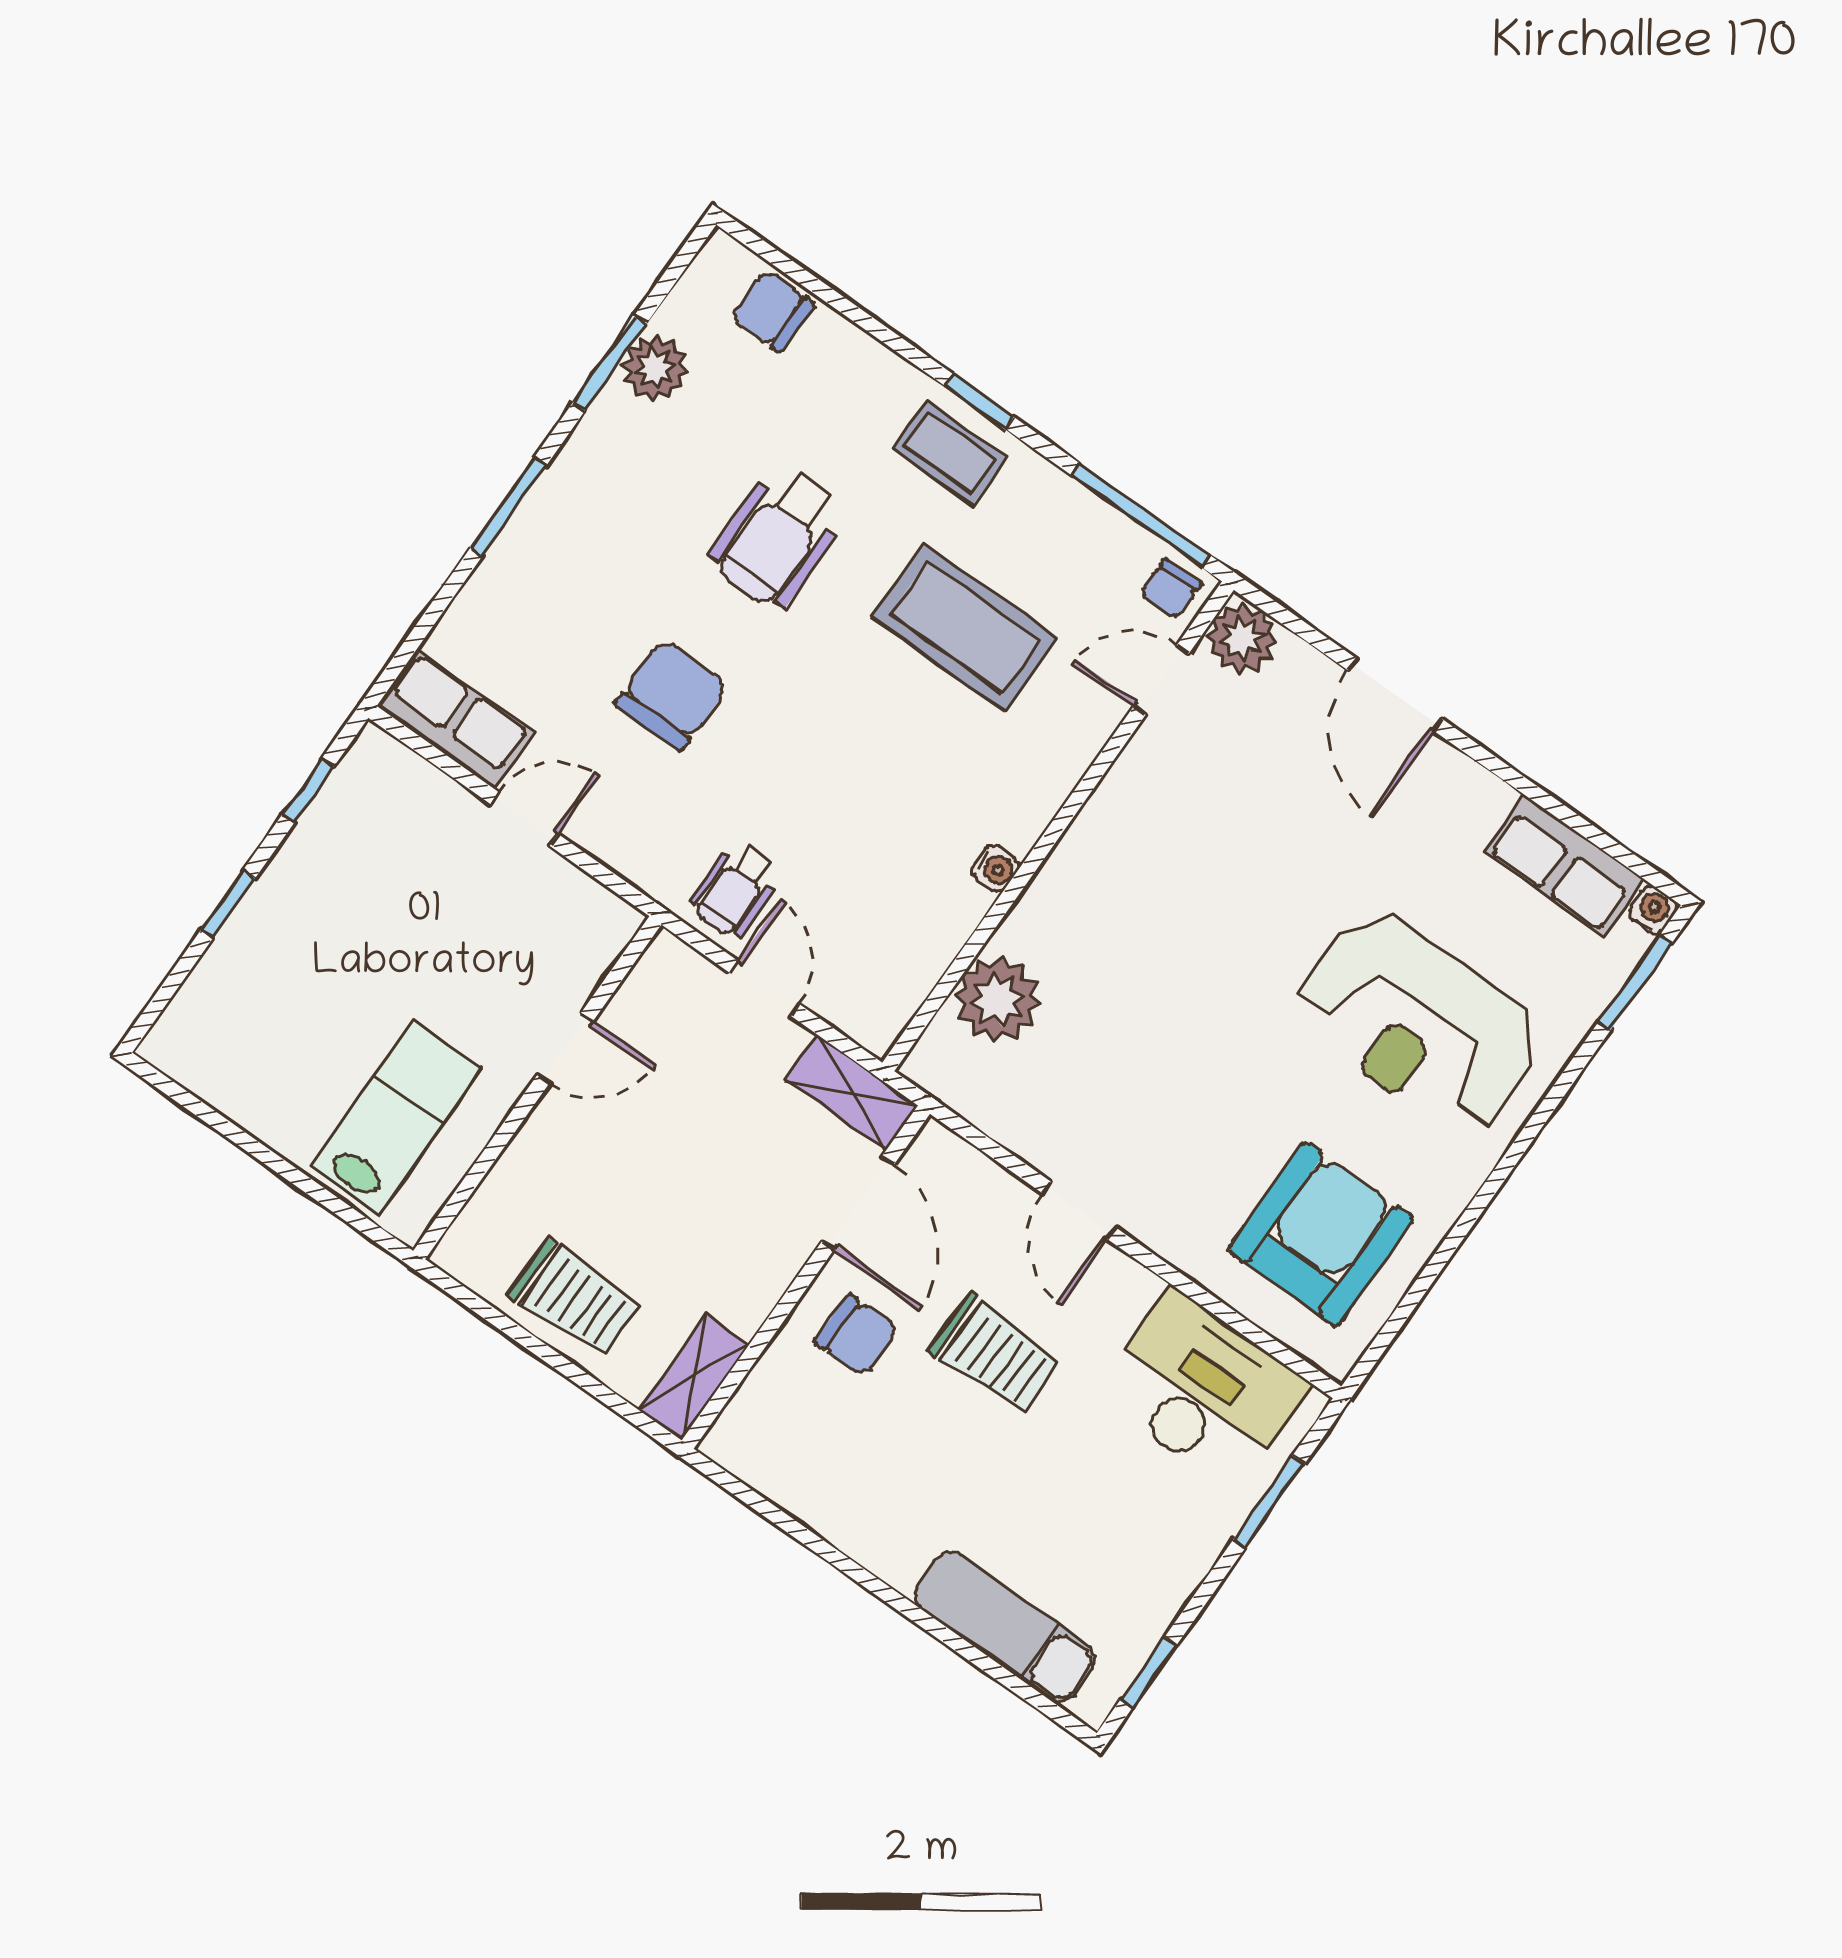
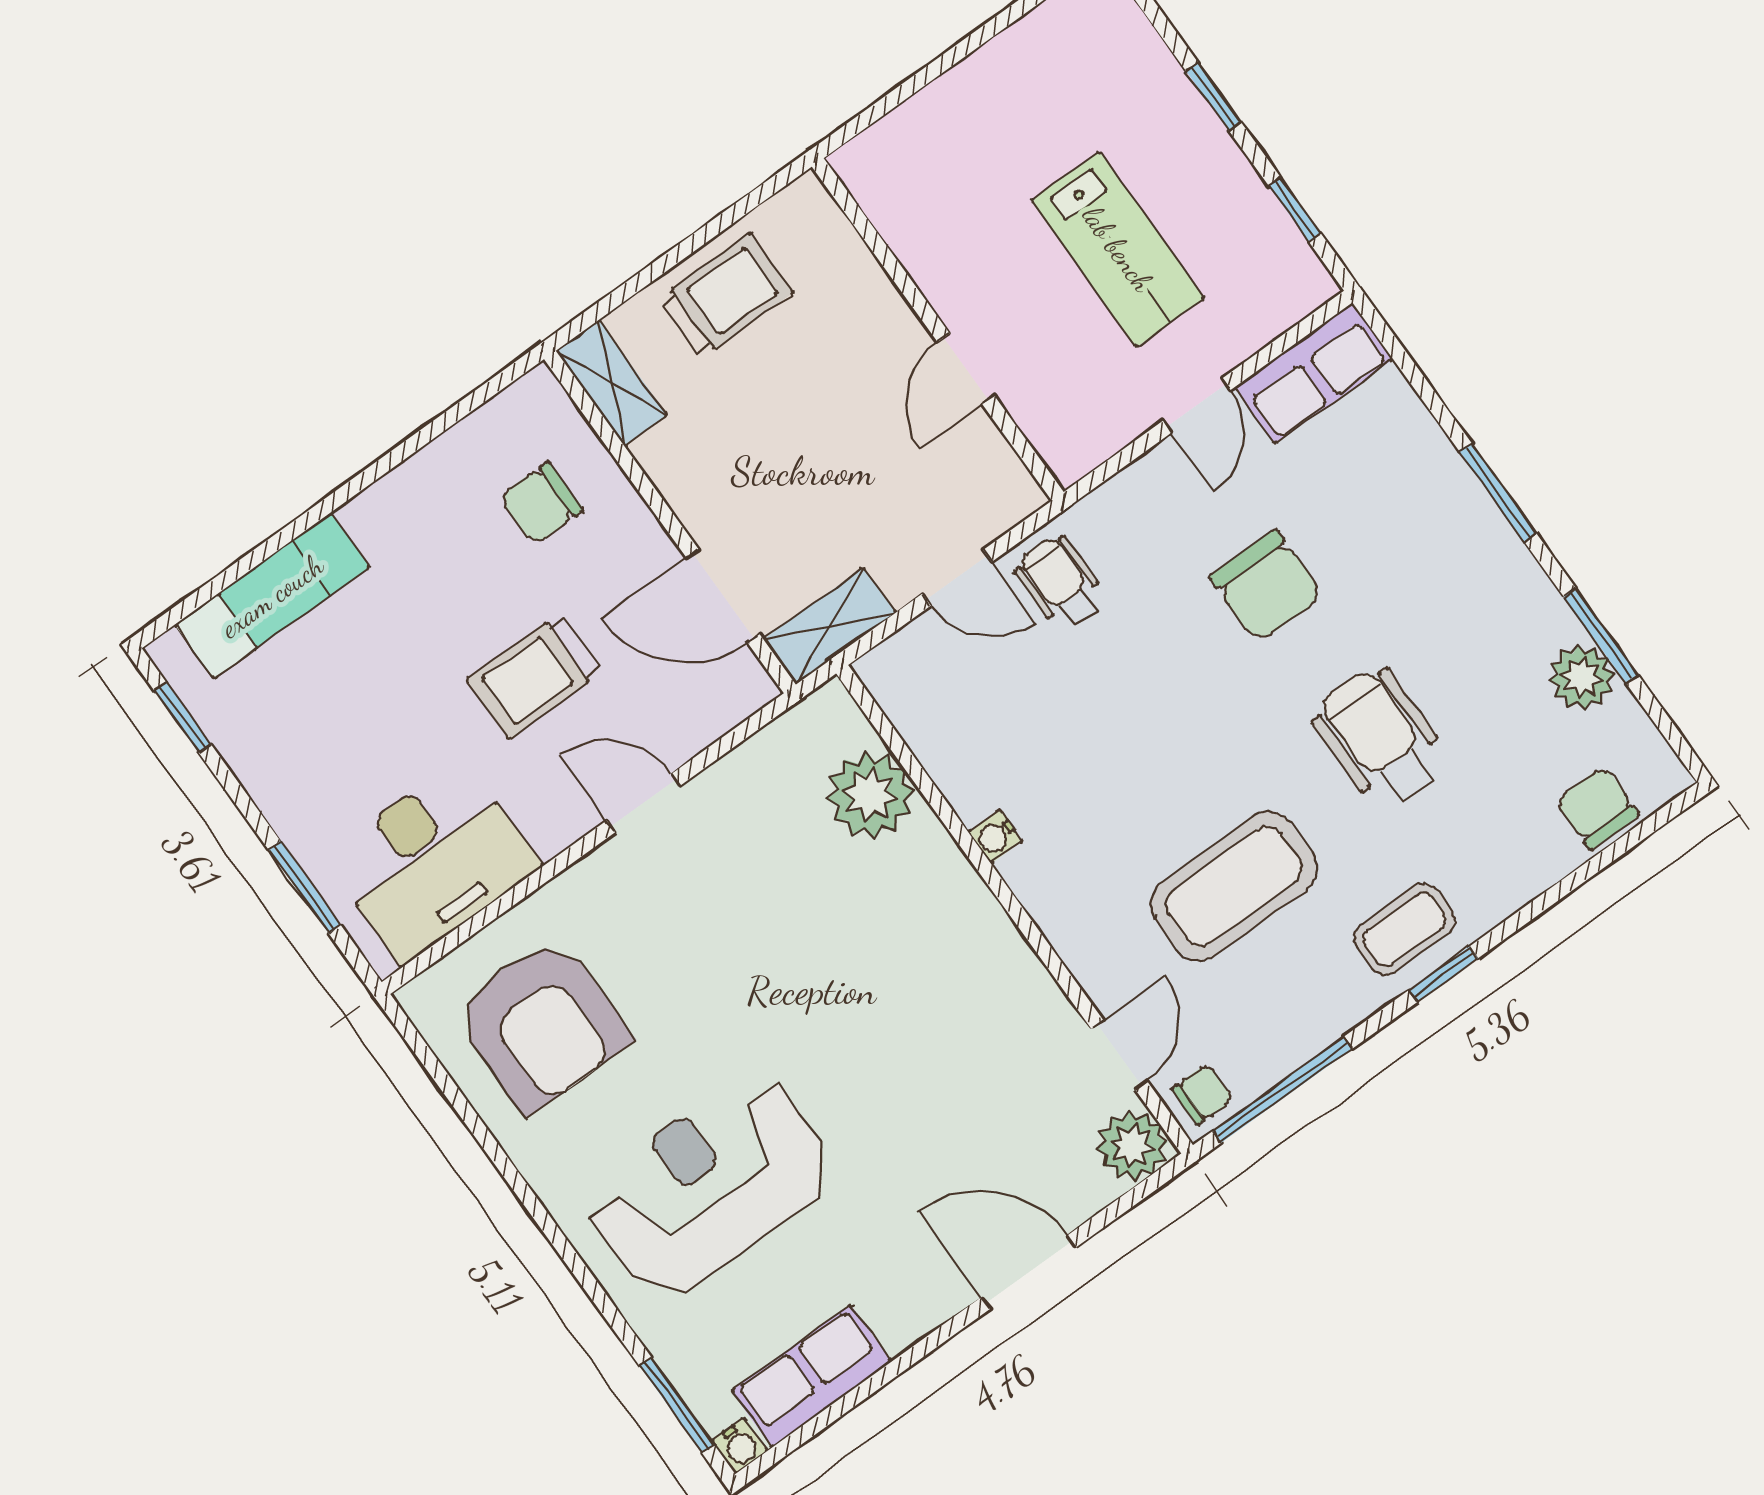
chair: (773, 311) -> (1597, 808), turned -90
chair: (1171, 589) -> (1202, 1094), turned 90
lab bench: (396, 1117) -> (1118, 249), moved
trolley: (574, 1298) -> (726, 296), turned 180
chair: (856, 1335) -> (542, 503), moved

